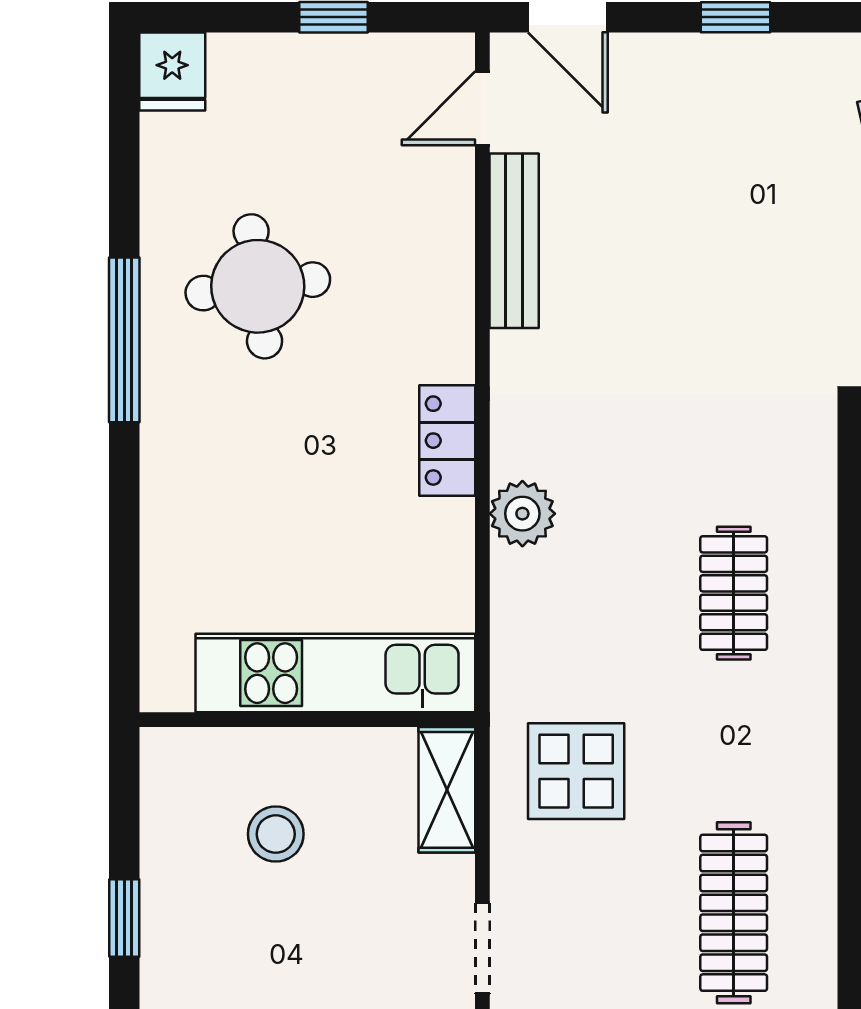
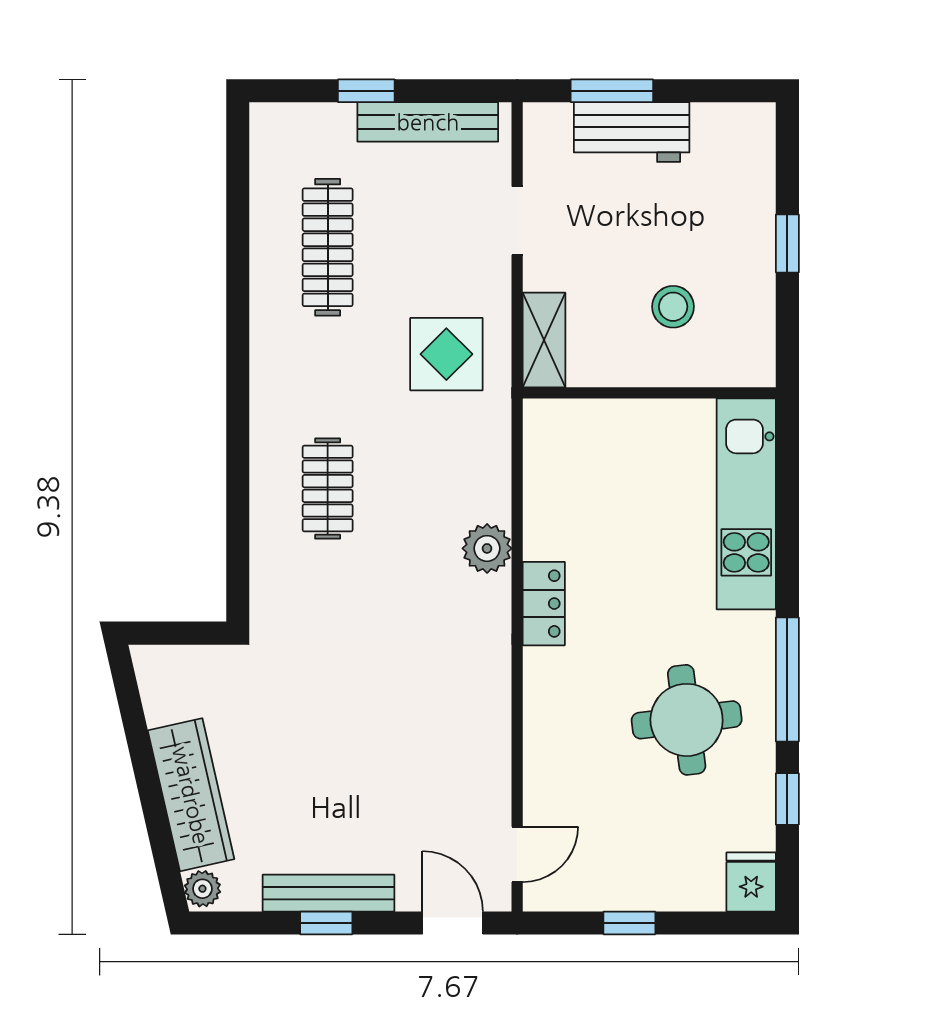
window: (124, 182) -> (787, 799), added
bench: (514, 241) -> (329, 893), moved, turned 90
kitchen unit: (335, 673) -> (746, 504), moved, turned 90

